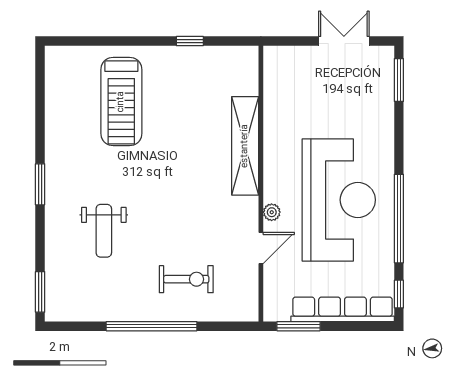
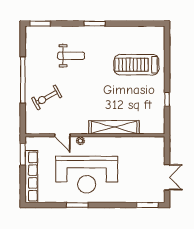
window: (399, 219) -> (77, 205), width x0.47
weight bench: (104, 231) -> (71, 56), turned 180
exercise bike: (186, 279) -> (47, 98), turned 61
window: (399, 294) -> (39, 205), removed

